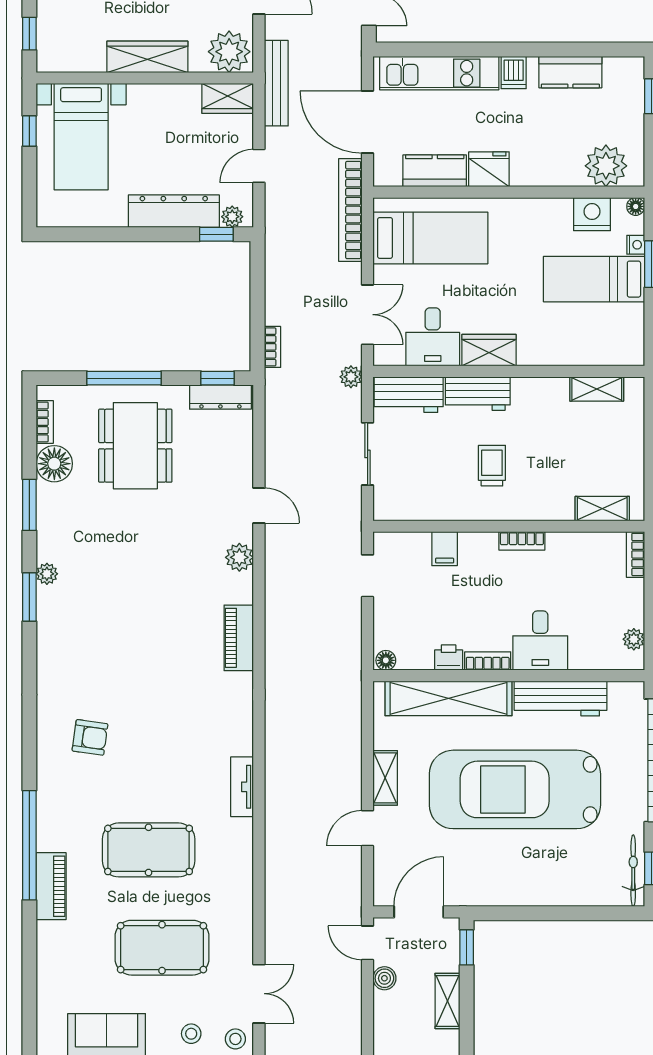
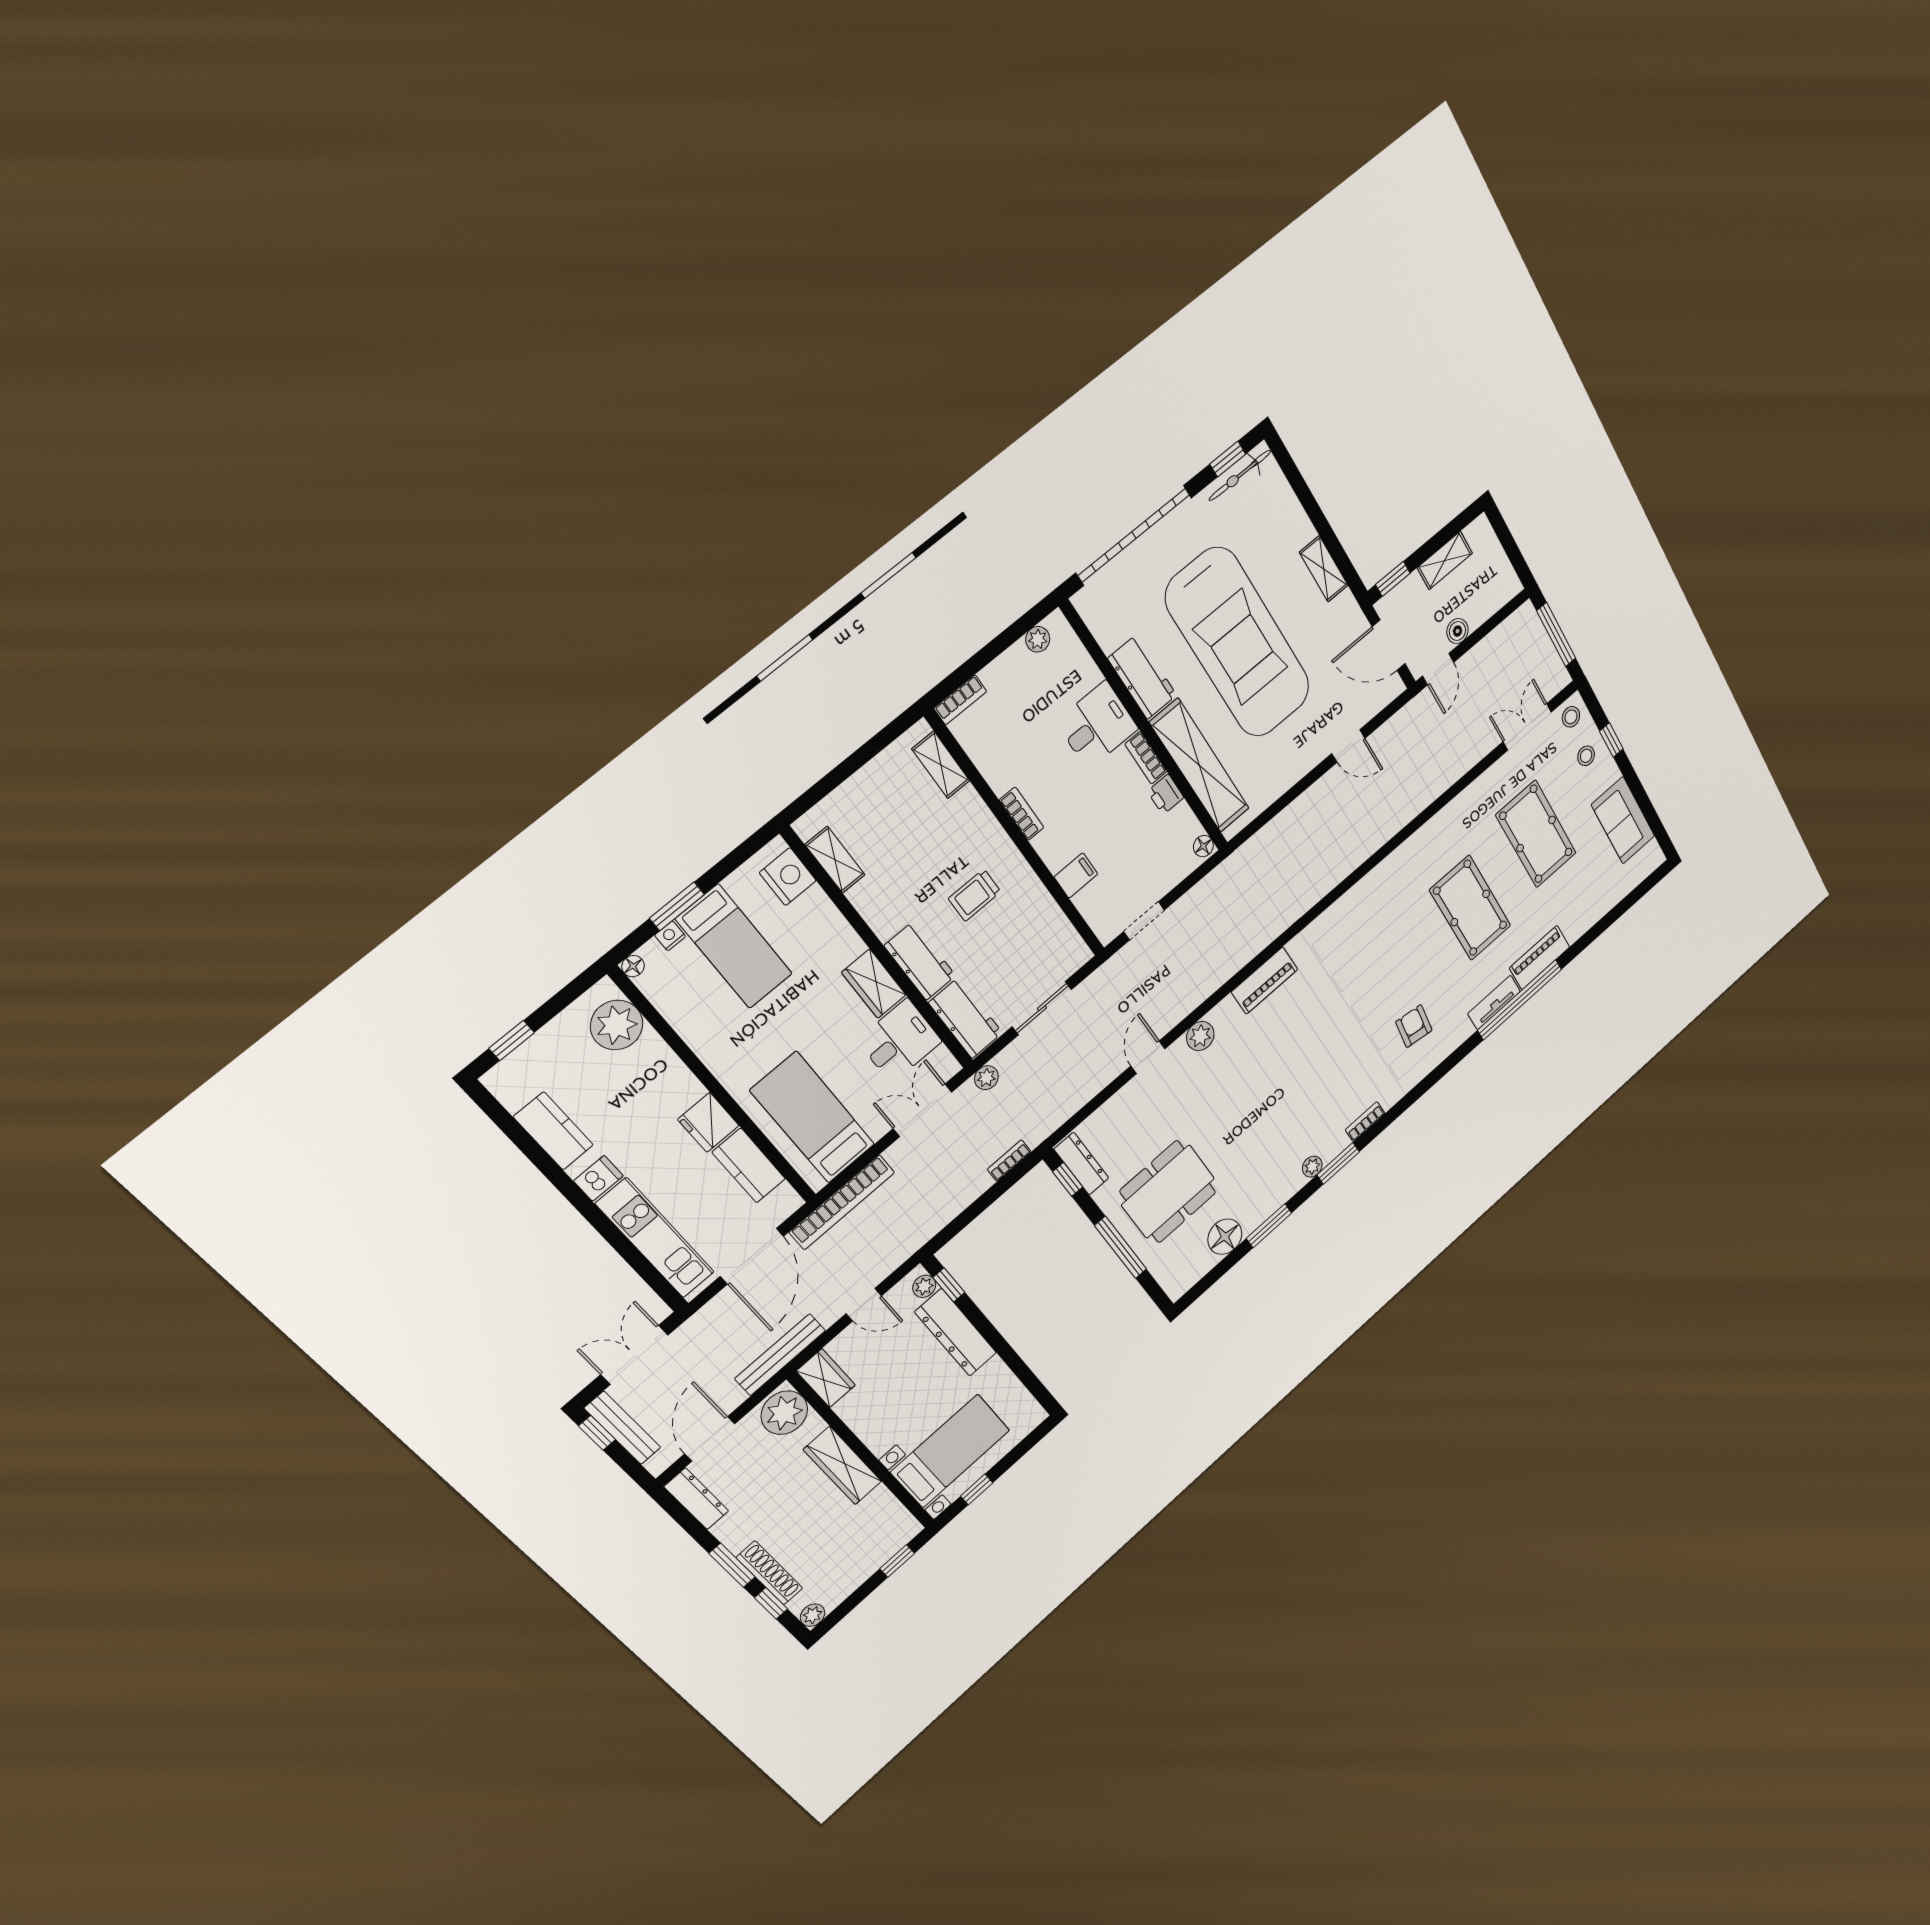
nightstand: (592, 214) -> (788, 877), moved, turned 180
bookcase: (45, 422) -> (1365, 1122), moved
workbench: (561, 698) -> (1142, 677), width x0.73
shelving: (385, 778) -> (1324, 569), moved, turned 90
tv unit: (242, 787) -> (1494, 1002), moved, turned 180

